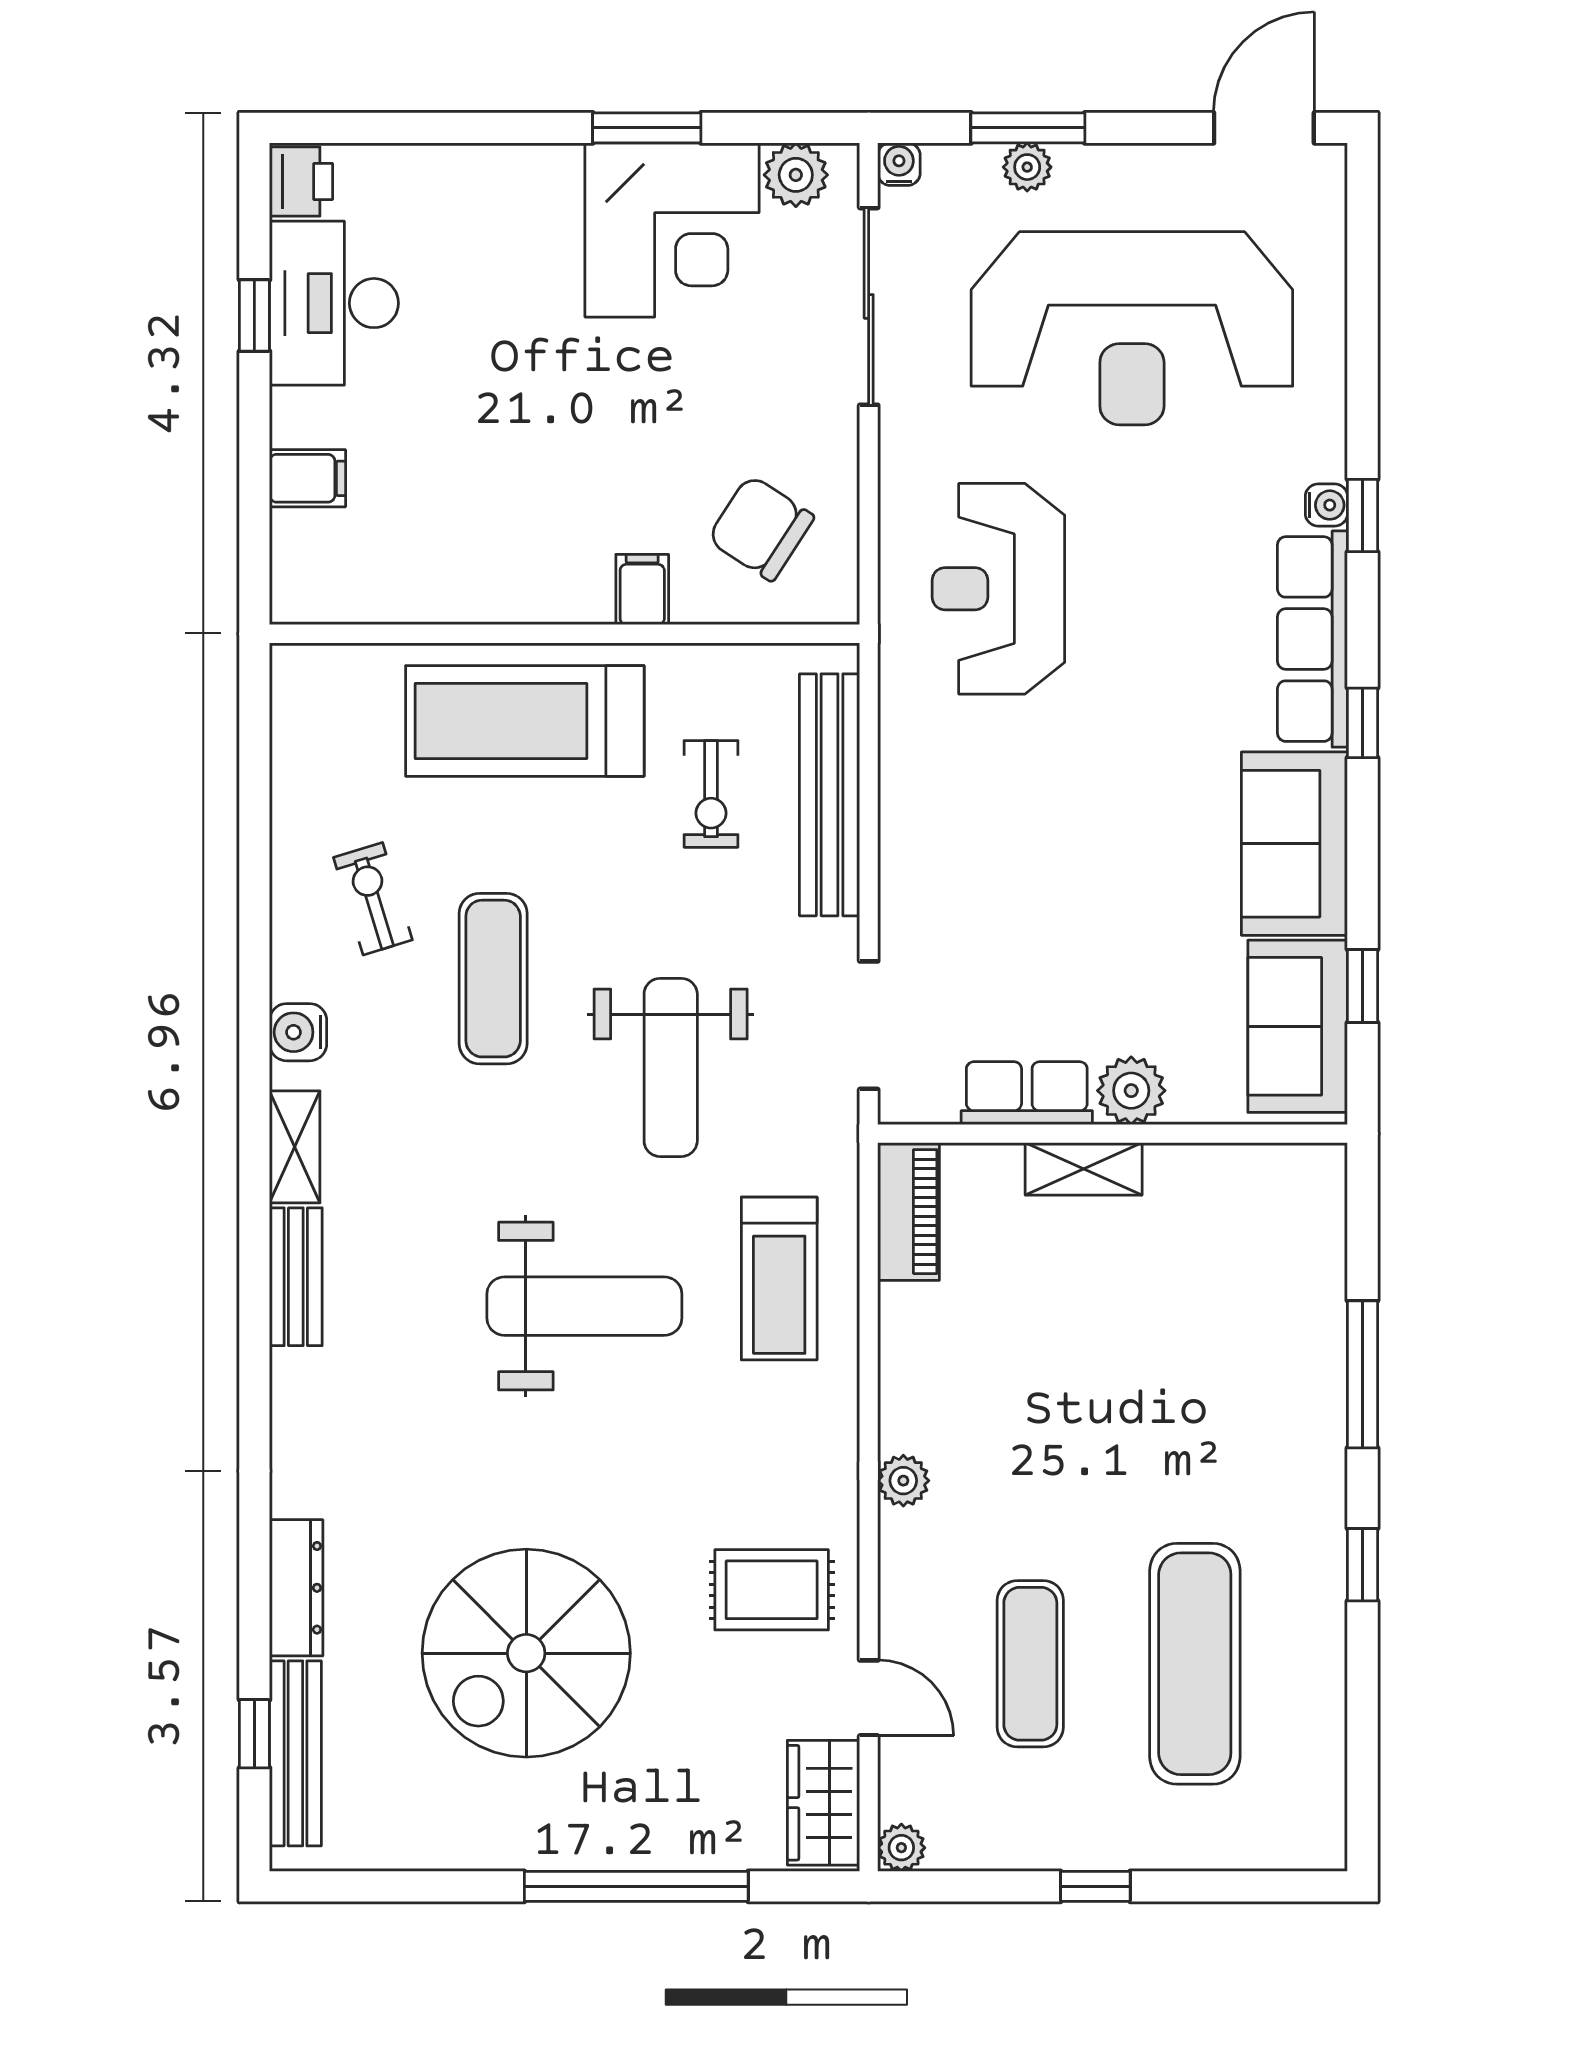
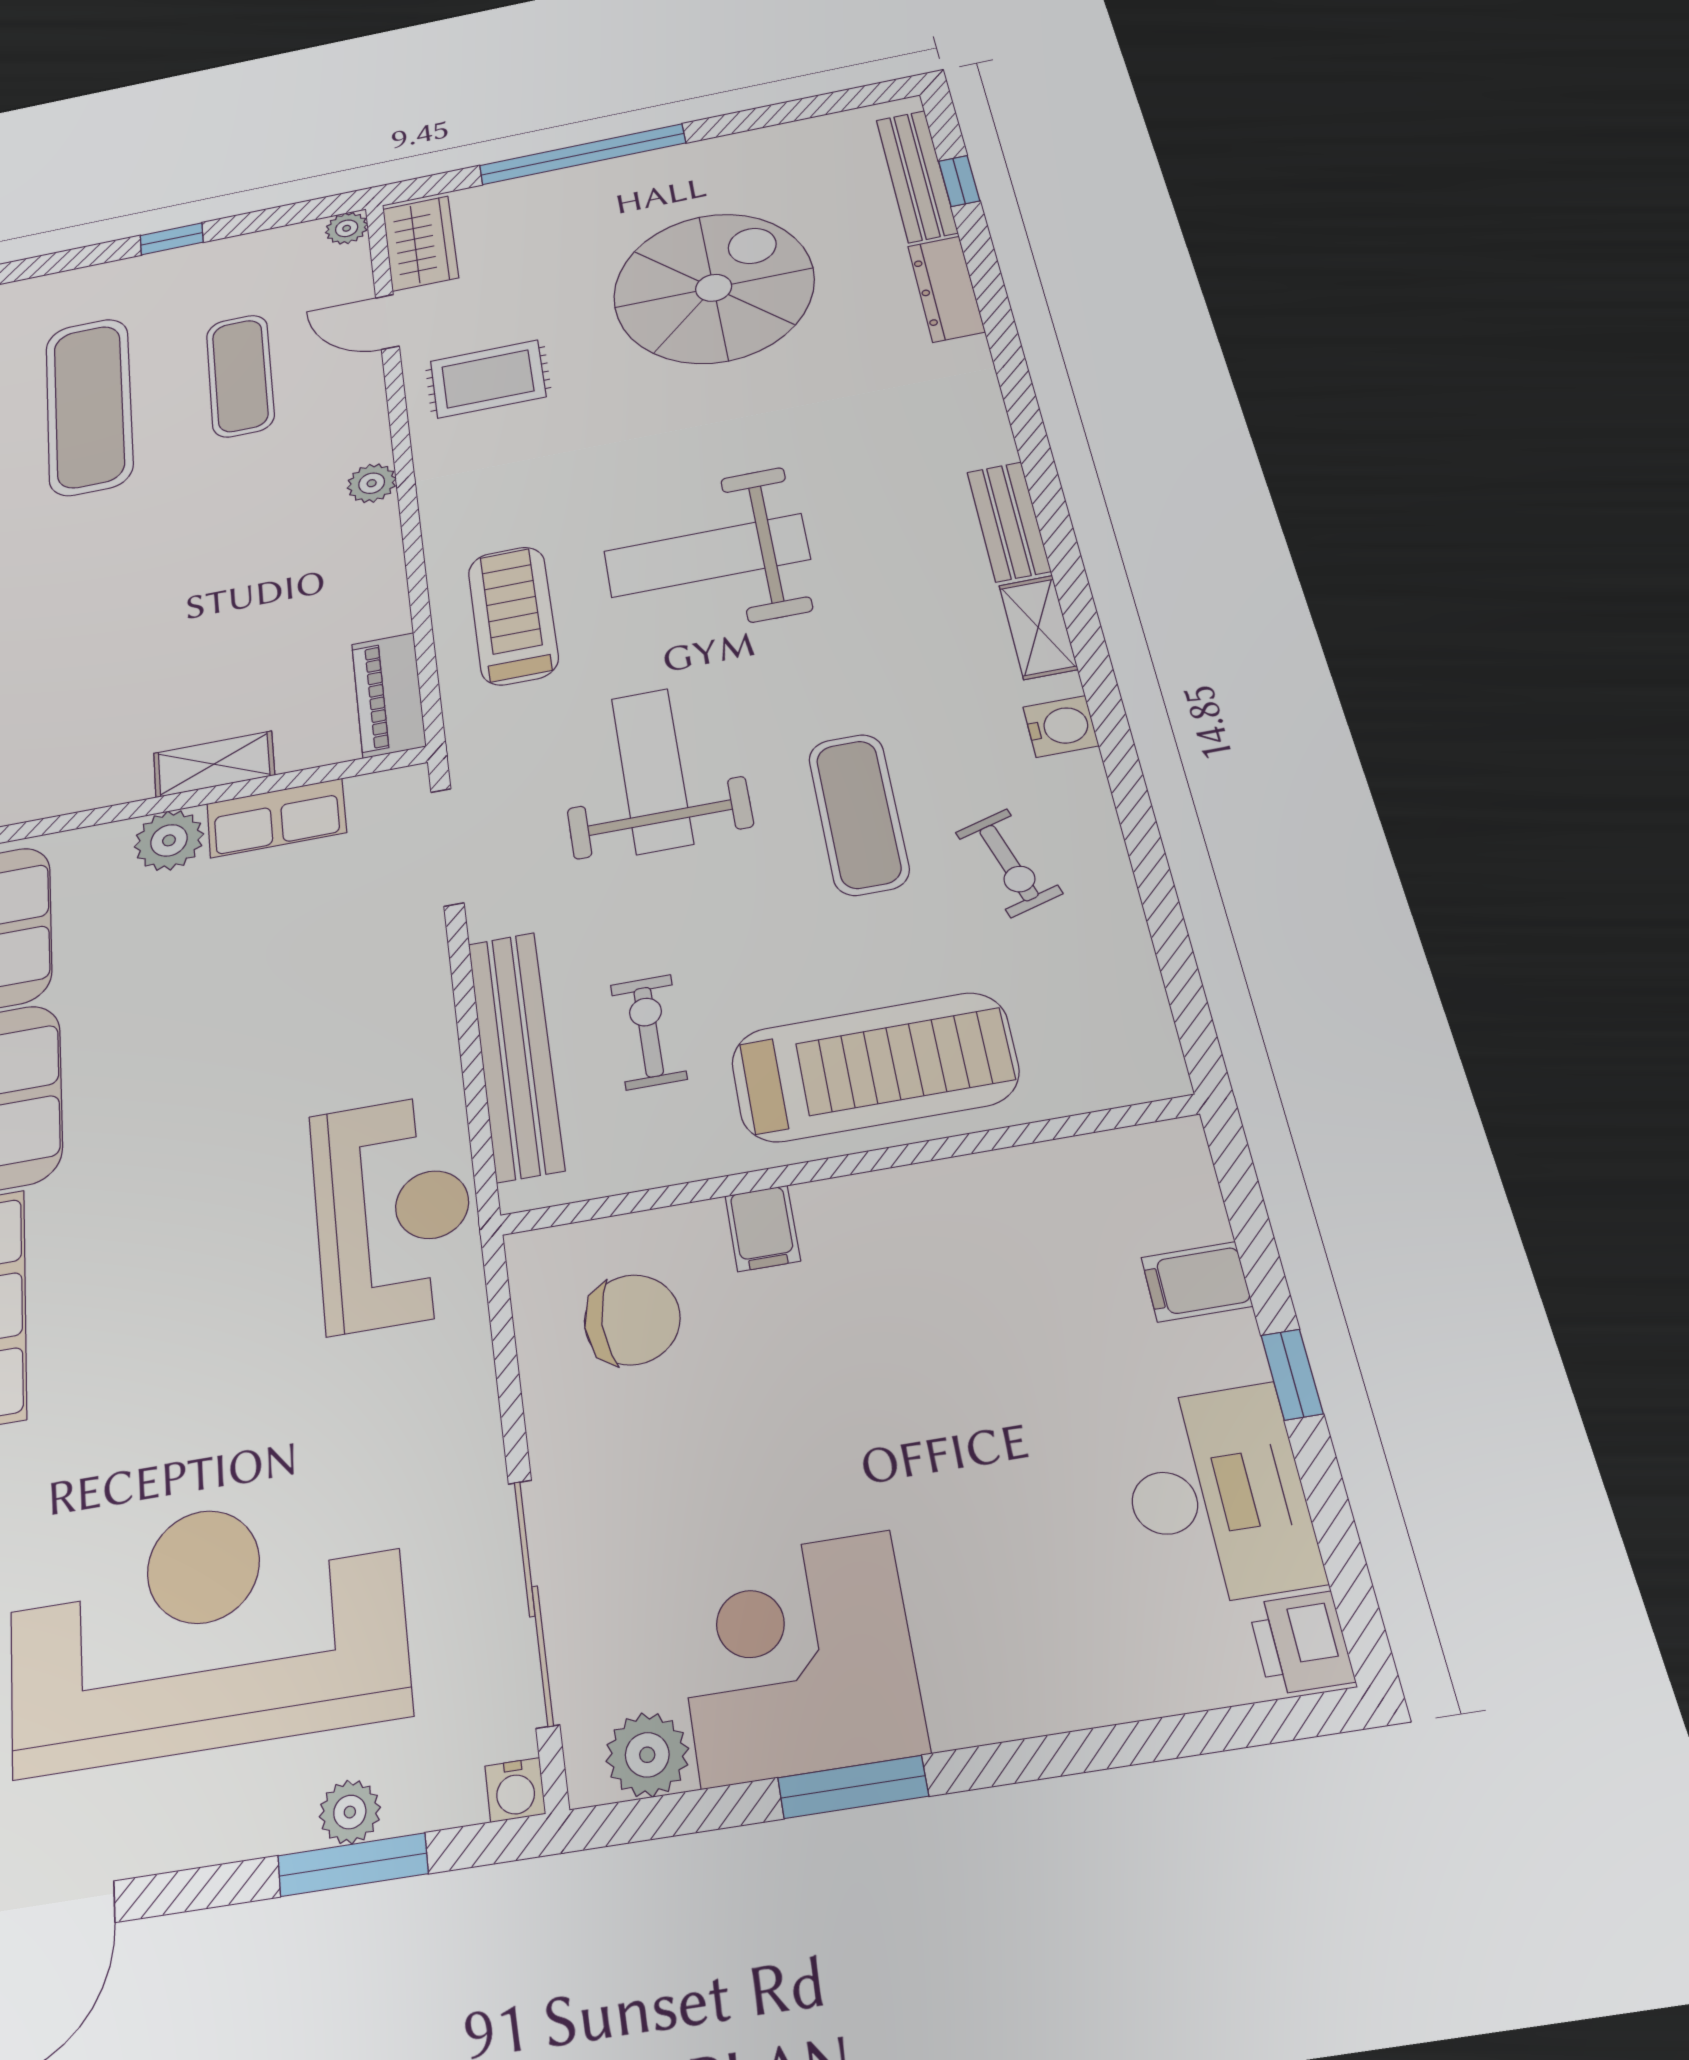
window: (254, 316) -> (1292, 1374), moved
chair: (761, 528) -> (632, 1320), turned -33
reception desk: (998, 589) -> (393, 1211), moved

